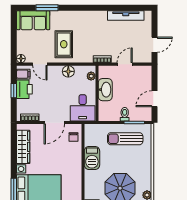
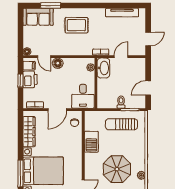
rug: (64, 44) -> (76, 25), moved, turned 90
floor lamp: (68, 71) -> (58, 63), moved
washbasin: (105, 90) -> (103, 68), moved

